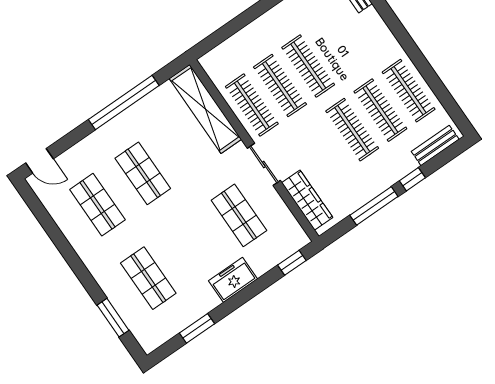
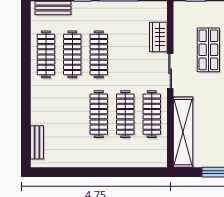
wardrobe: (307, 200) -> (158, 37), width x0.67

